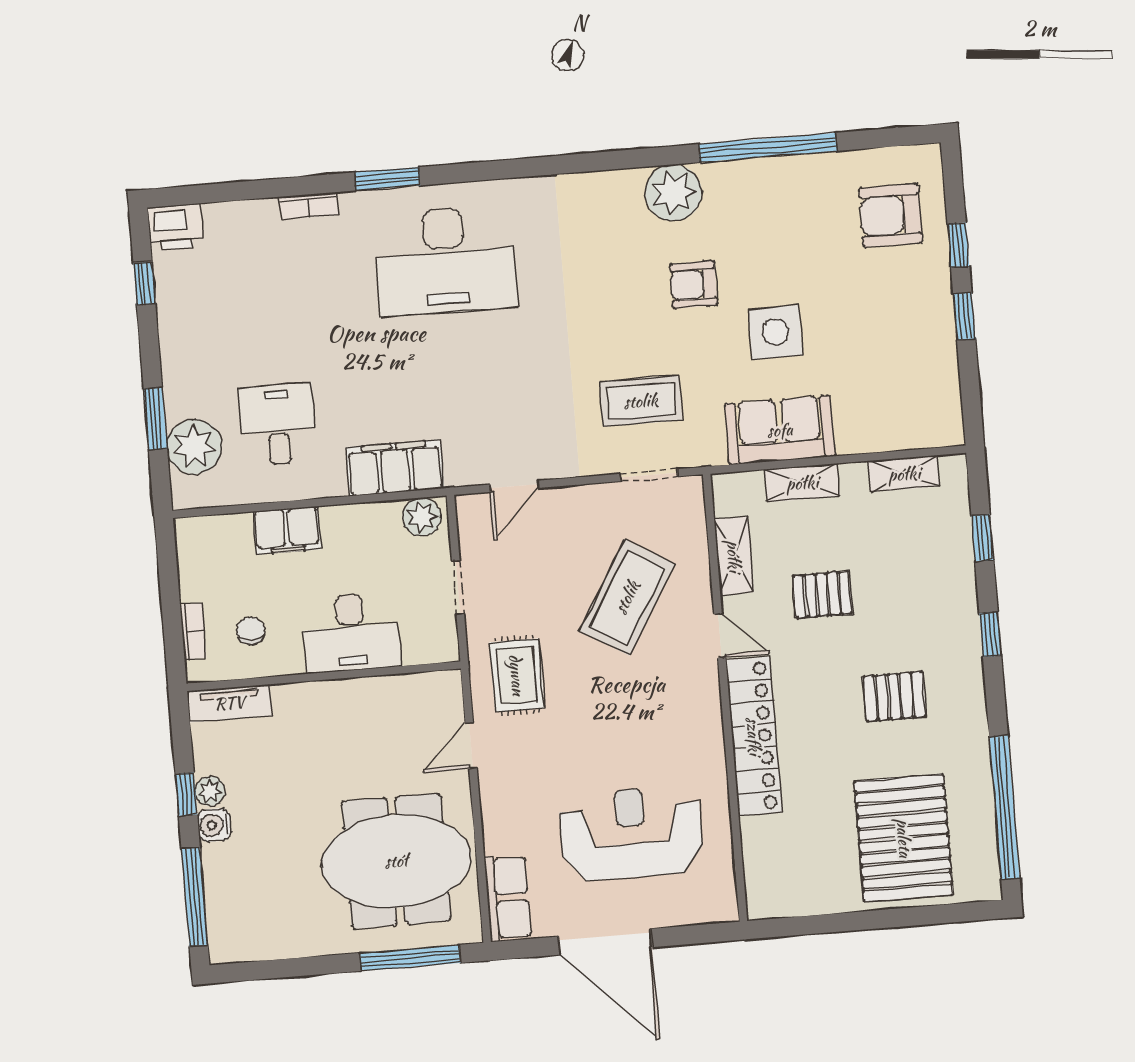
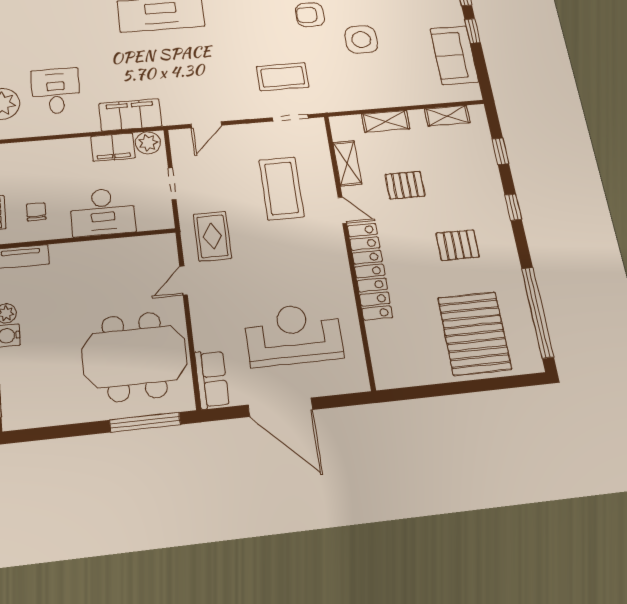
sofa: (780, 430) -> (454, 55), moved, turned -90
filing cabinet: (287, 530) -> (113, 147), moved
coffee table: (627, 597) -> (281, 188), turned -31

